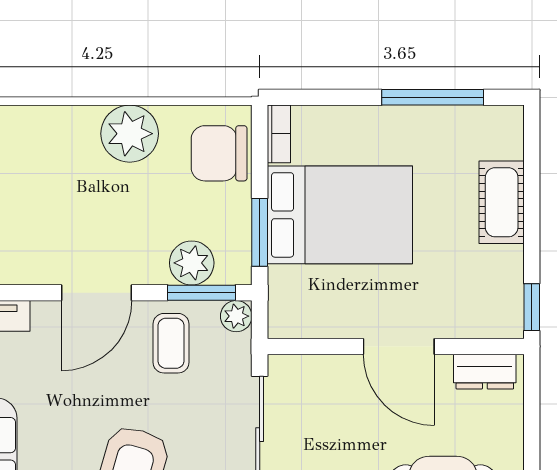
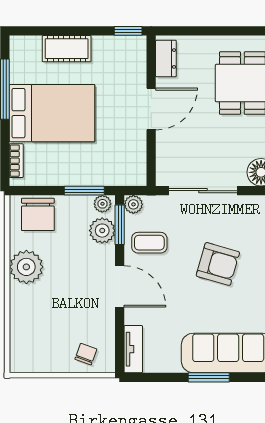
bookcase: (279, 134) -> (16, 161), moved, turned 90
bed: (340, 215) -> (52, 113), moved, turned 90
plant: (237, 263) -> (102, 204), added

